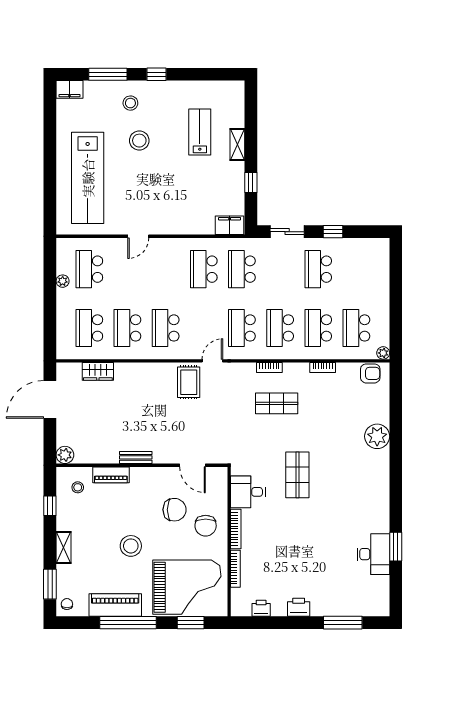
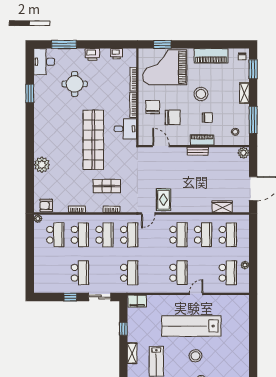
lab bench: (88, 178) -> (191, 326), moved, turned -90
school desk: (204, 269) -> (178, 273), moved
piano: (111, 475) -> (202, 140), moved
shop shelf: (297, 475) -> (93, 140), width x2.00, depth x1.36
window: (50, 506) -> (253, 120), width x2.17
chair: (121, 509) -> (207, 118), added
chair: (175, 510) -> (173, 117), turned 180
desk: (373, 554) -> (44, 62), moved
round table: (326, 561) -> (75, 84), added
window: (128, 623) -> (203, 44), removed

